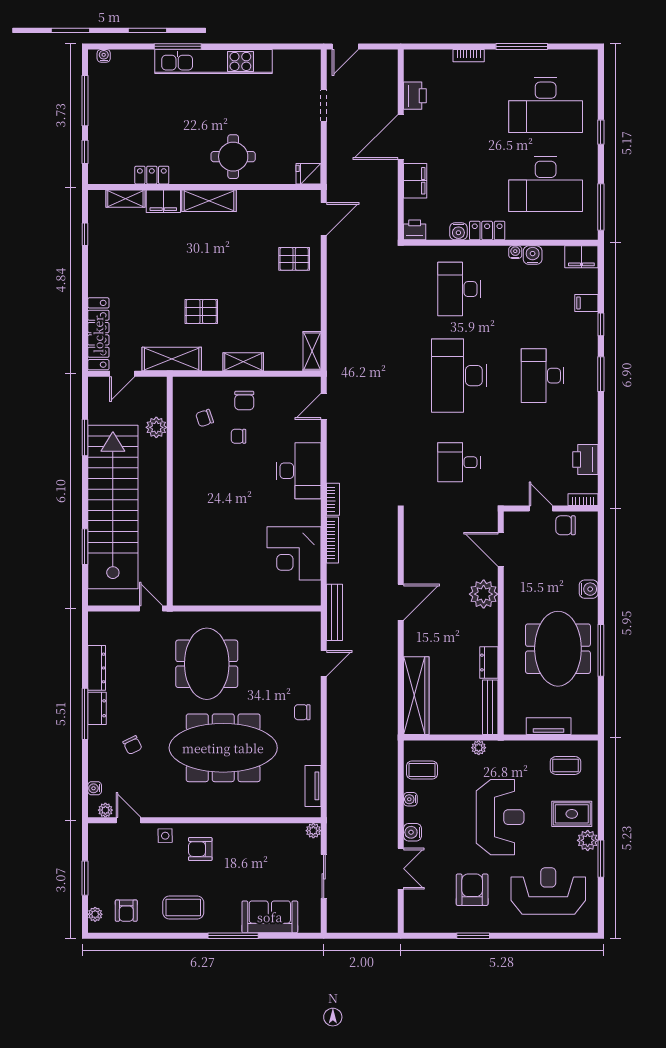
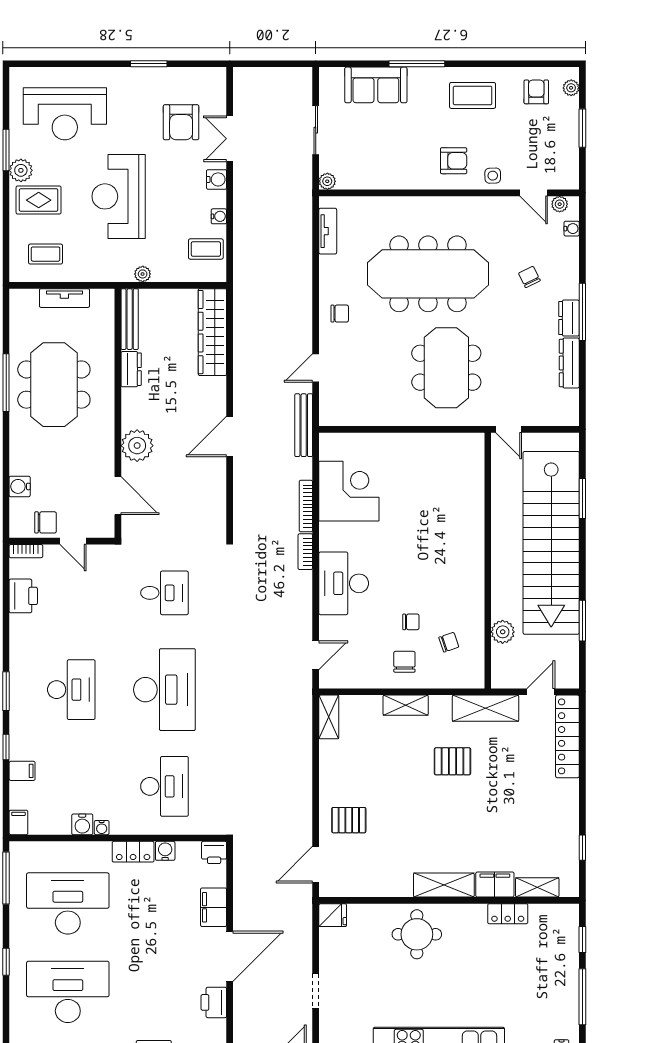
filing cabinet: (581, 257) -> (18, 822), width x0.50
water cooler: (589, 589) -> (20, 486), moved
armchair: (472, 890) -> (181, 122), moved

